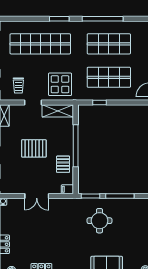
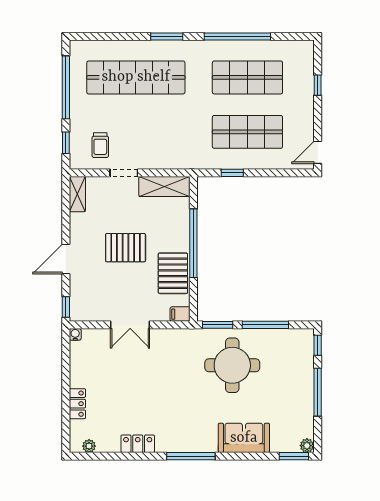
display table: (60, 84) -> (168, 143), removed
pallet: (63, 164) -> (173, 273), width x1.50, depth x1.42
round table: (100, 221) -> (232, 365), width x1.36, depth x1.36

